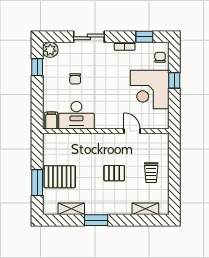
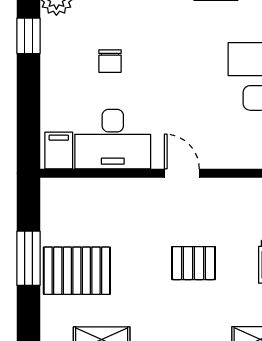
door: (132, 131) -> (182, 173), moved
window: (37, 183) -> (28, 258), moved

